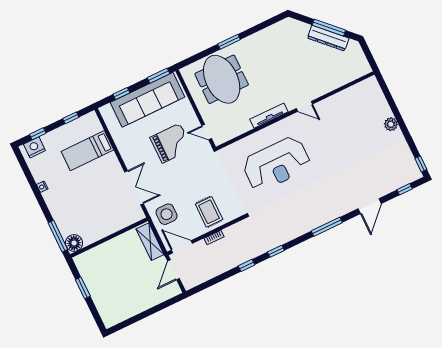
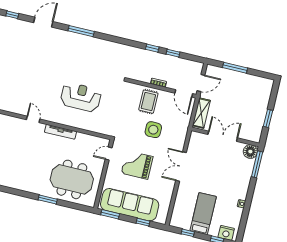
meeting table: (222, 79) -> (72, 179), turned 90
door: (207, 132) -> (109, 153), swing flipped
bed: (87, 151) -> (203, 214), moved, turned -90
reception desk: (276, 164) -> (81, 97), width x0.74, depth x0.77
double door: (134, 188) -> (181, 166), moved
side table: (167, 214) -> (153, 130), moved
double door: (112, 236) -> (223, 136), added
window: (276, 251) -> (173, 53), moved
window: (153, 310) -> (235, 68), added

